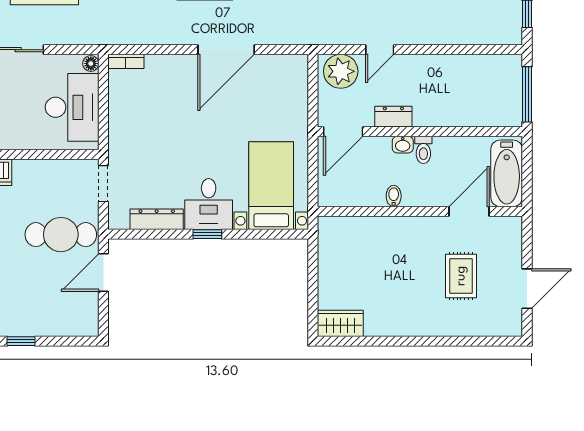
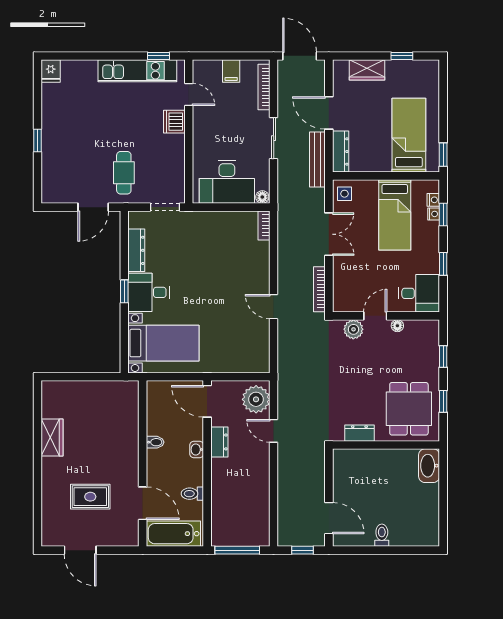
door: (226, 50) -> (274, 307), width x0.53
toilet: (423, 150) -> (192, 494), moved
cafe table: (61, 235) -> (124, 173), width x0.73, depth x0.74
door: (103, 272) -> (93, 207), swing flipped
wardrobe: (340, 323) -> (52, 437), moved

